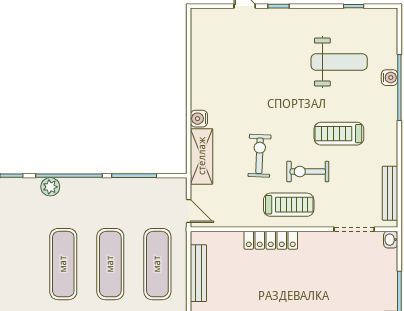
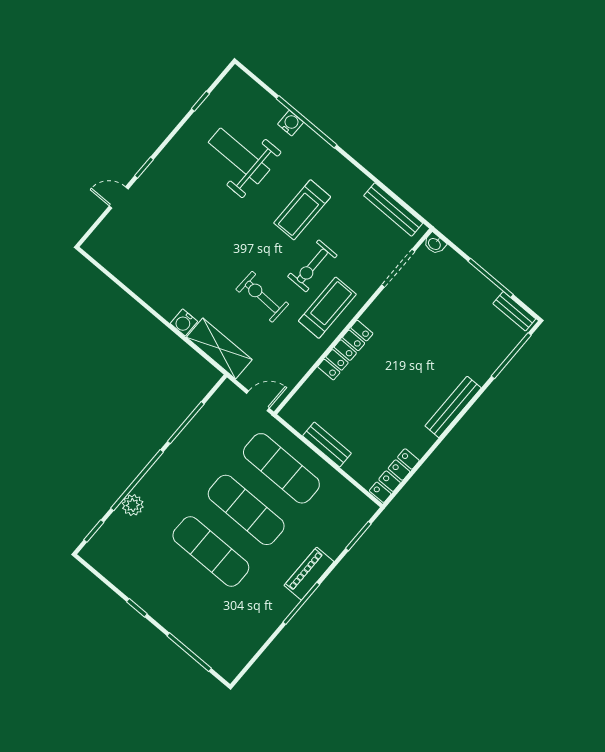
weight bench: (339, 62) -> (239, 156), turned -90
bench: (198, 273) -> (327, 445), width x0.73

